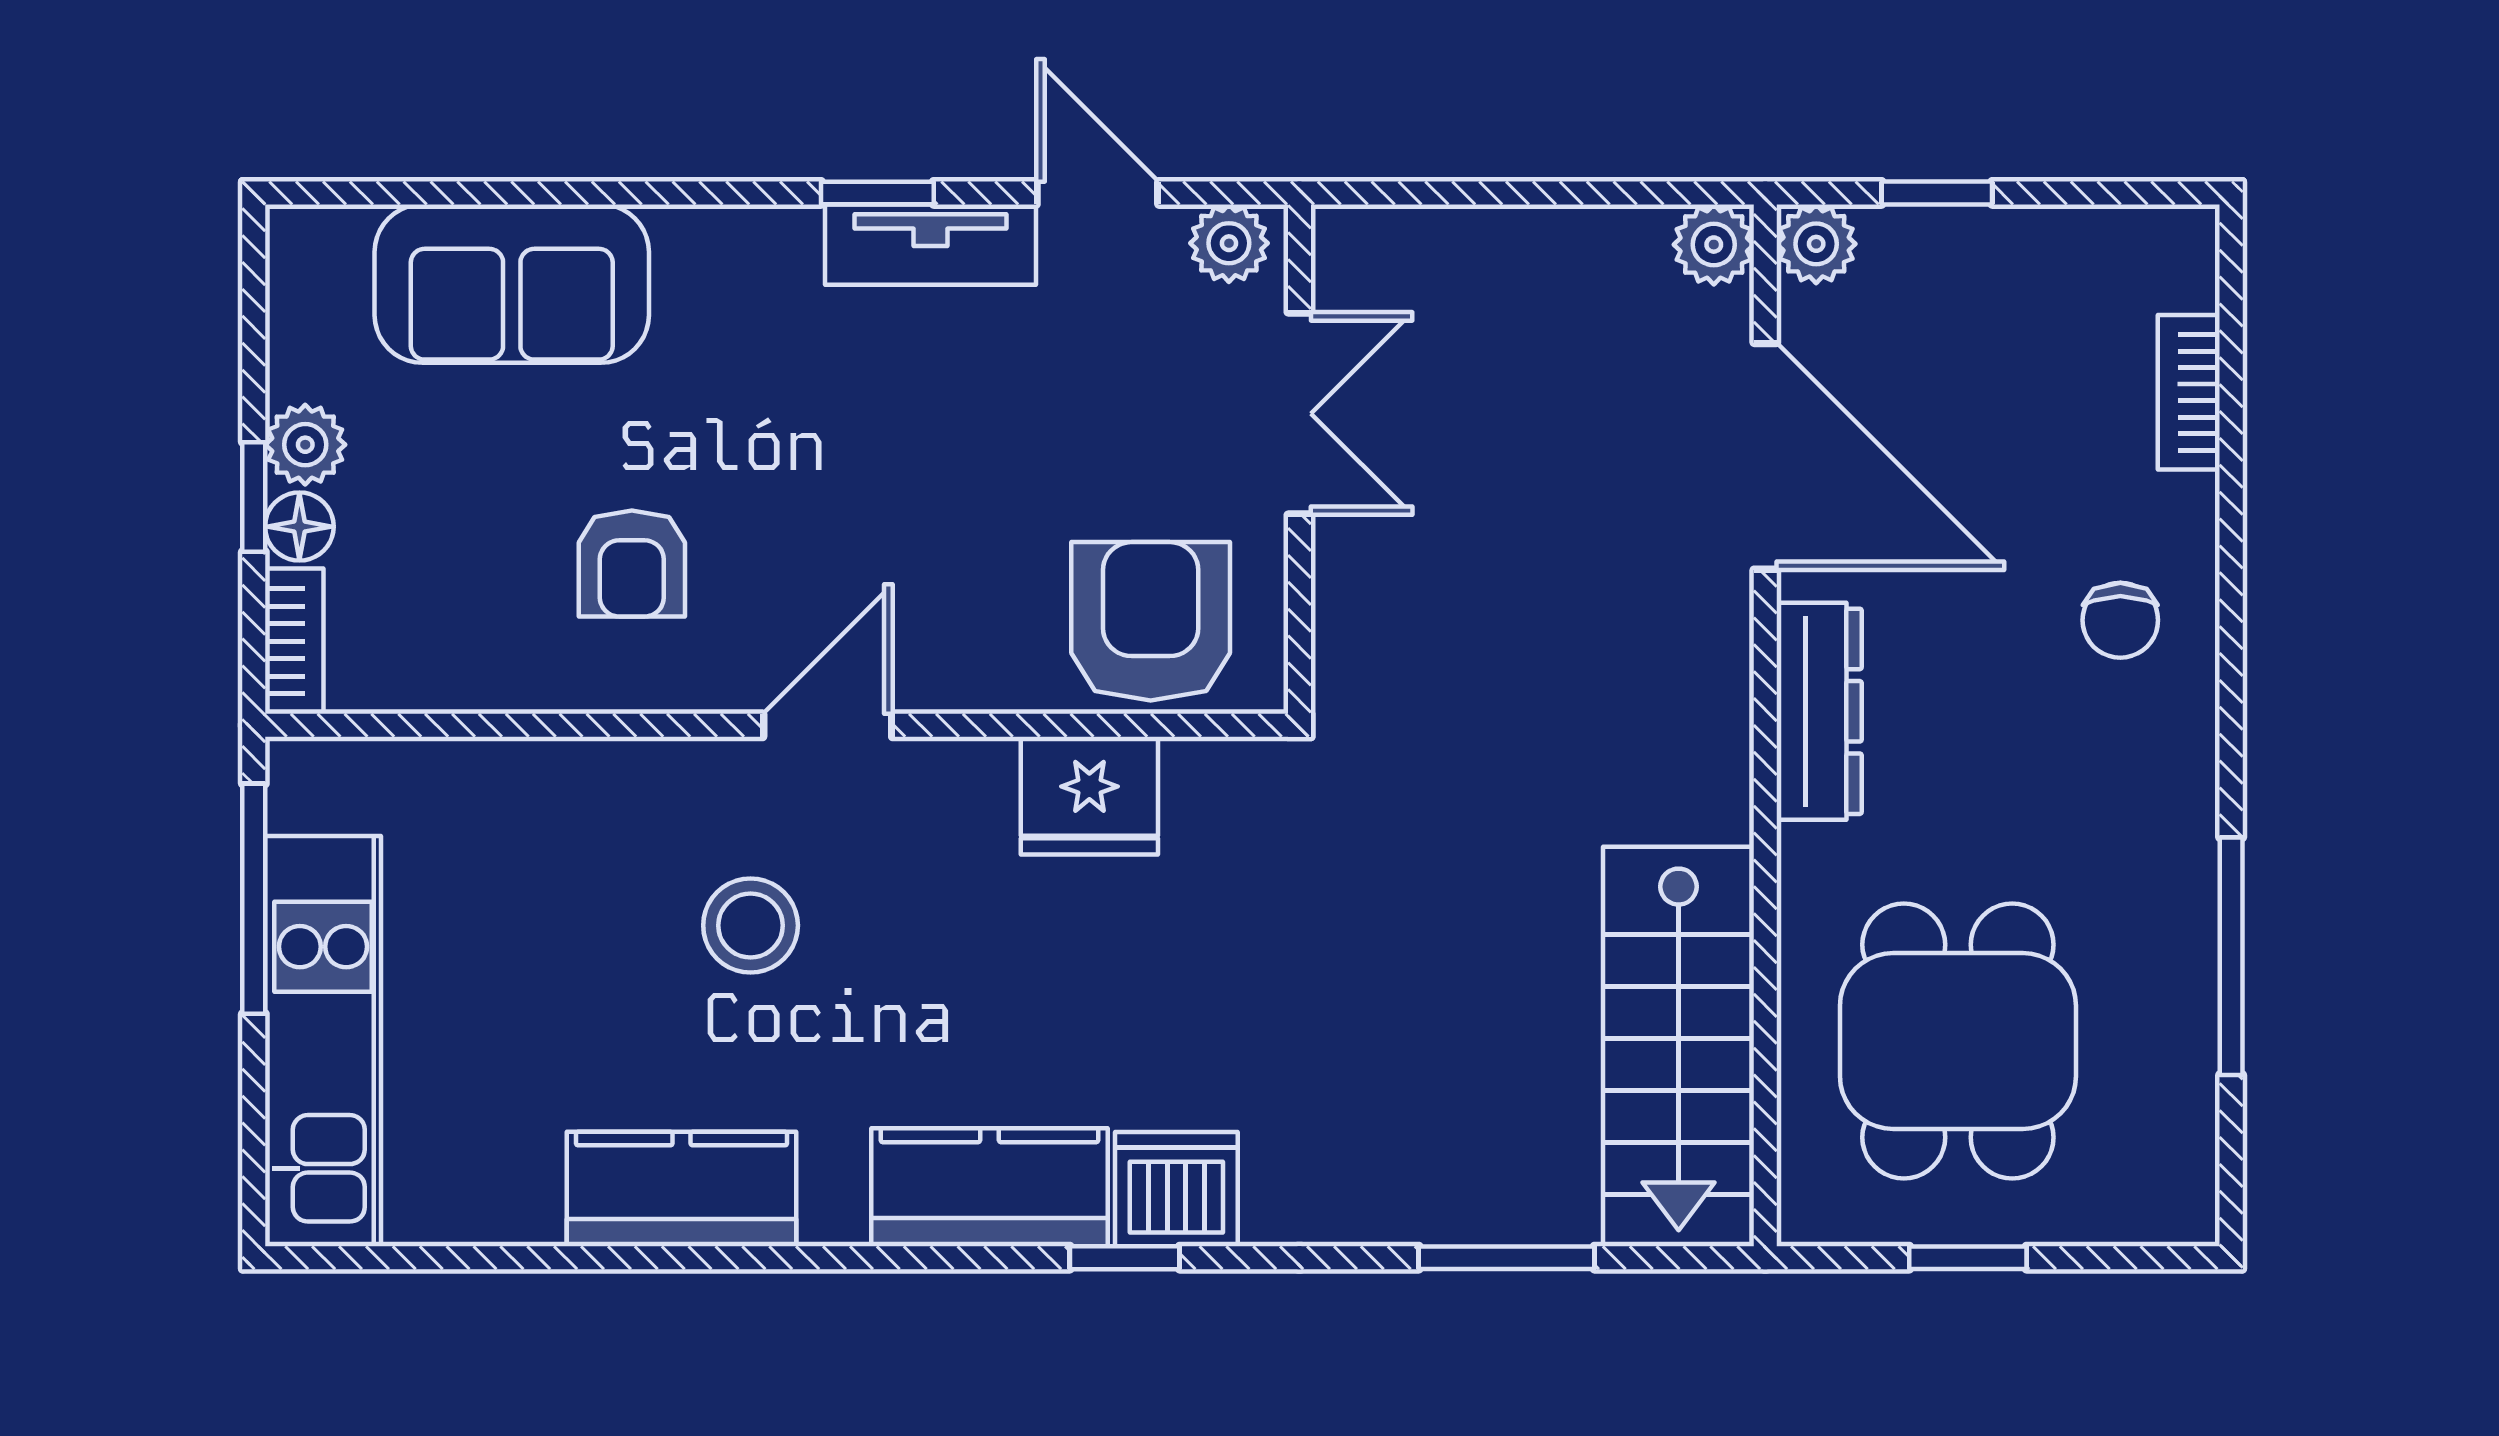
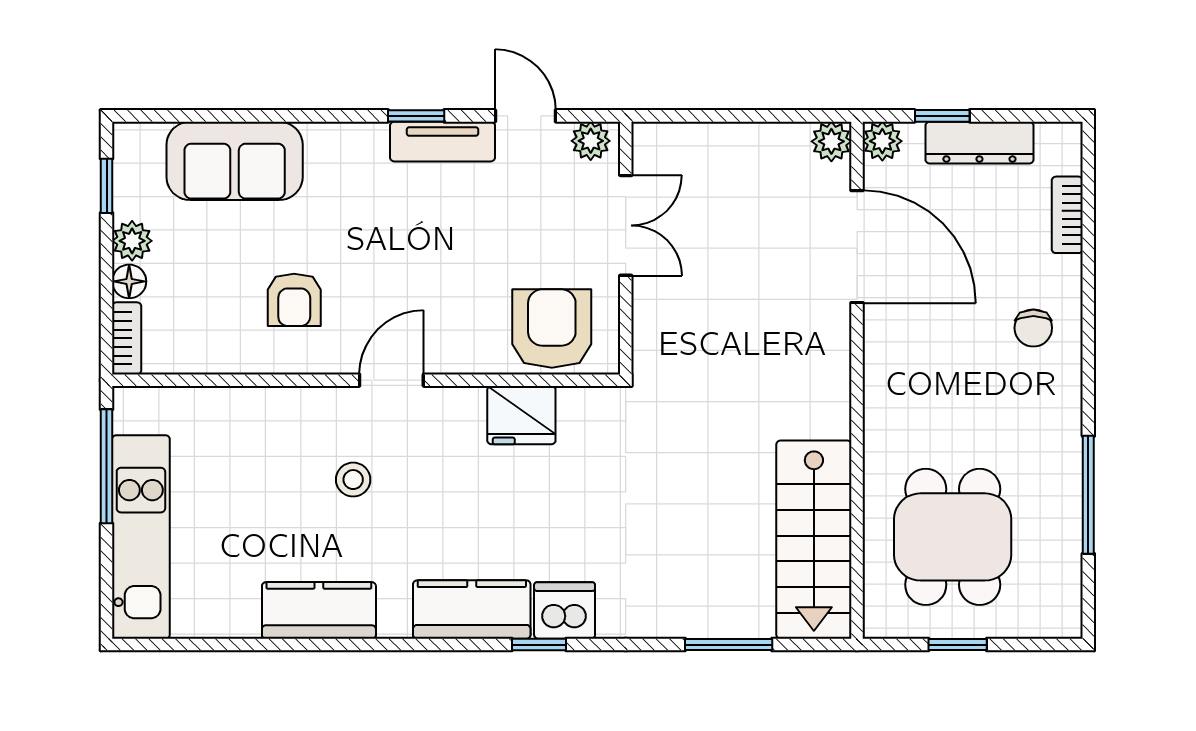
window: (254, 497) -> (107, 186), moved
dresser: (1819, 711) -> (979, 143), moved, turned 90
stool: (751, 925) -> (353, 480), width x0.73, depth x0.73

